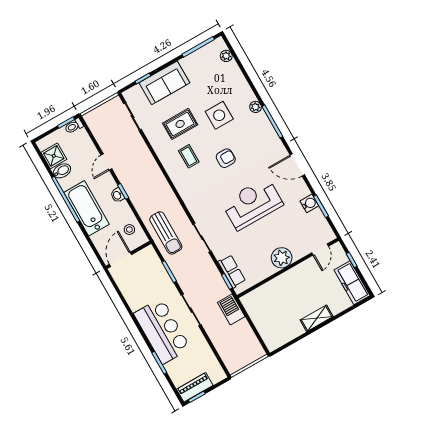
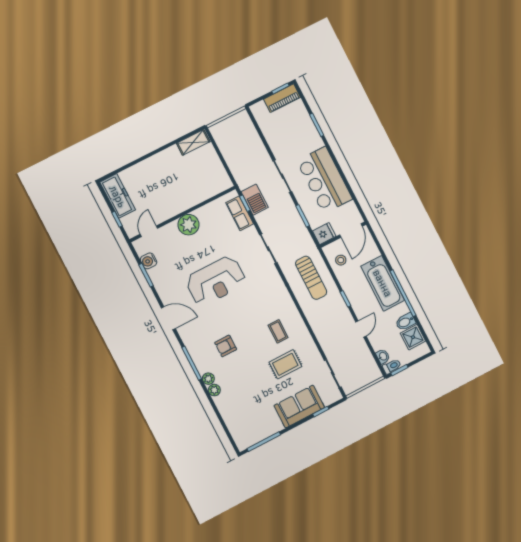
plant: (226, 56) -> (214, 390), moved
side table: (219, 115) -> (246, 372), removed
armchair: (226, 158) -> (226, 346), moved
washbasin: (117, 195) -> (383, 356), moved
water cooler: (309, 203) -> (149, 261), moved
sun lounger: (166, 233) -> (311, 278), moved, turned 180
fridge: (147, 255) -> (324, 234), added
barbecue: (231, 310) -> (255, 200), moved
shelving: (317, 318) -> (193, 142), moved
bar counter: (162, 331) -> (324, 180), moved

